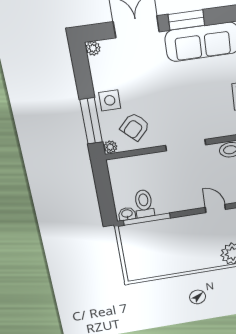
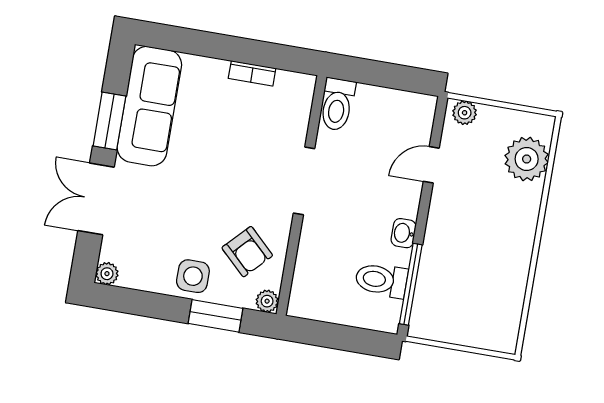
window: (91, 121) -> (216, 316), width x0.69
washbasin: (127, 214) -> (404, 233), moved

